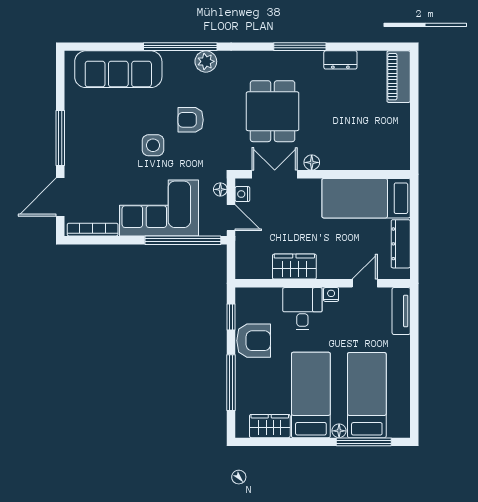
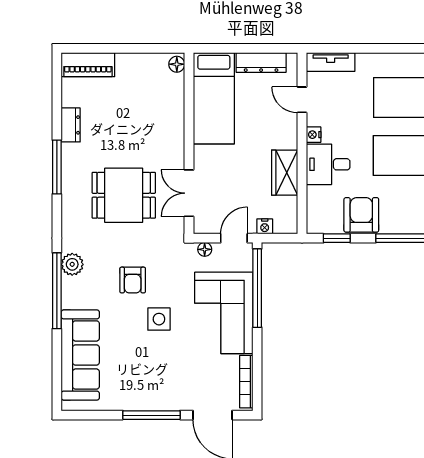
floor lamp: (312, 162) -> (177, 64), moved
nightstand: (242, 194) -> (265, 226), moved

